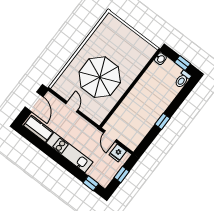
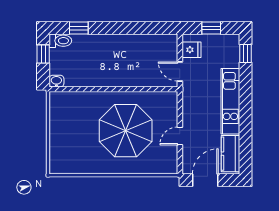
window: (162, 121) -> (79, 28), moved
door: (110, 136) -> (180, 72), swing flipped

